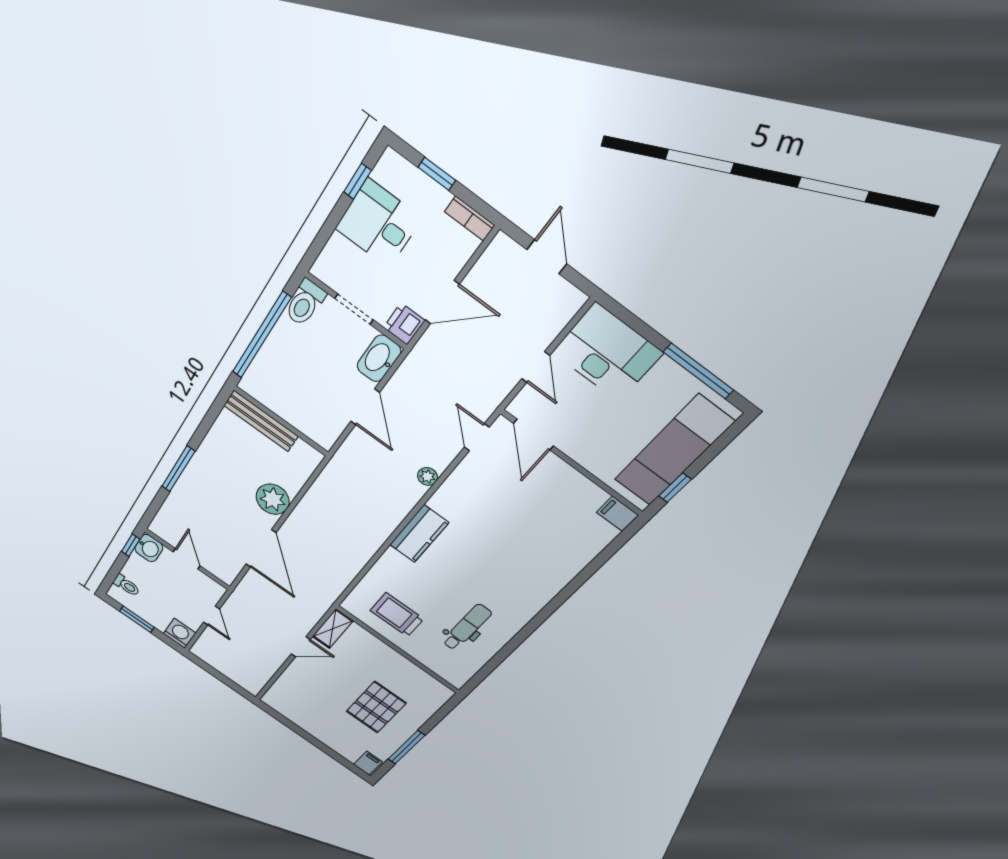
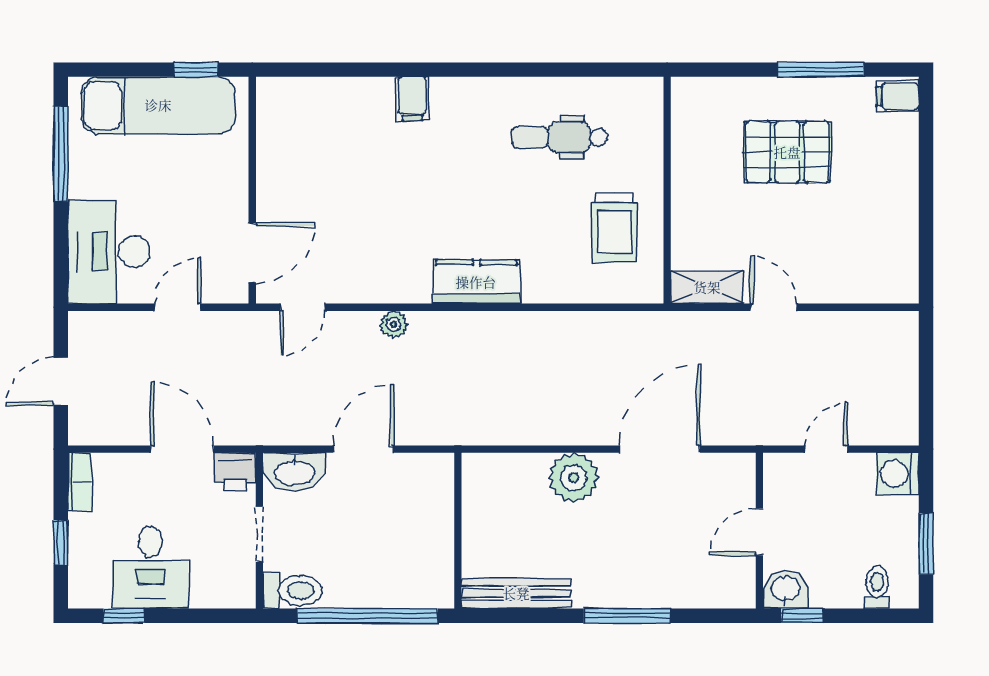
bench: (261, 421) -> (516, 593), moved, turned 90
filing cabinet: (617, 514) -> (412, 99), moved

